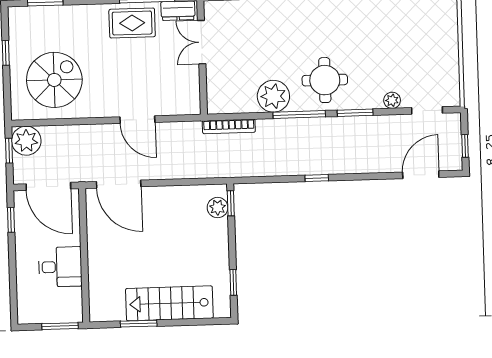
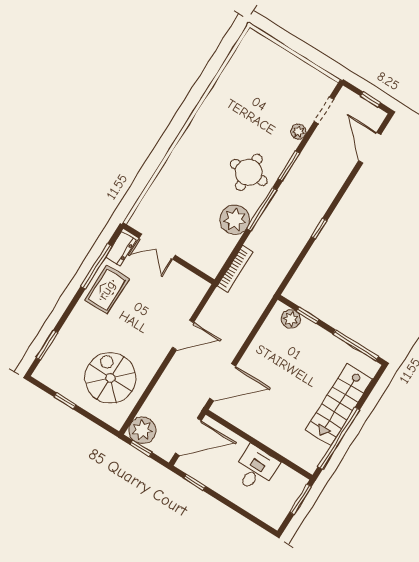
window: (231, 203) -> (308, 315), moved
window: (233, 282) -> (356, 345), width x2.17
window: (139, 324) -> (339, 438), width x2.11

